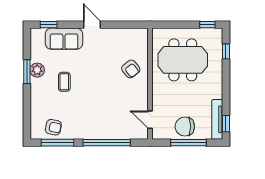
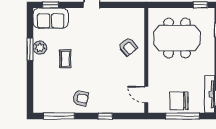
sofa: (64, 39) -> (51, 18), moved
armchair: (53, 127) -> (80, 98), moved
window: (107, 143) -> (105, 116), width x0.32

